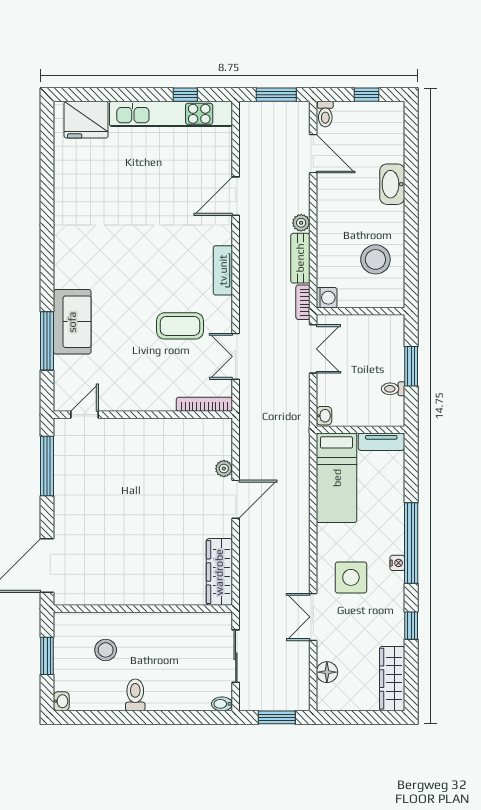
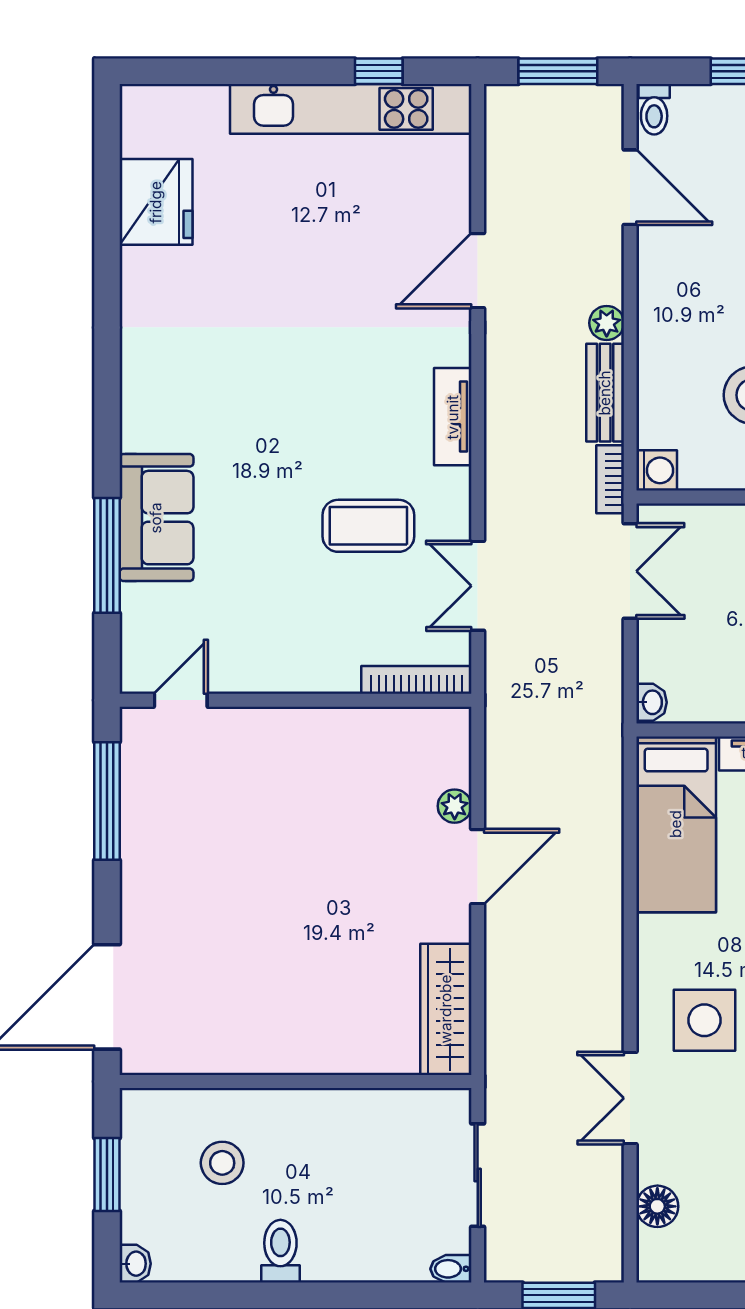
fridge: (86, 120) -> (156, 202), moved, turned -90

